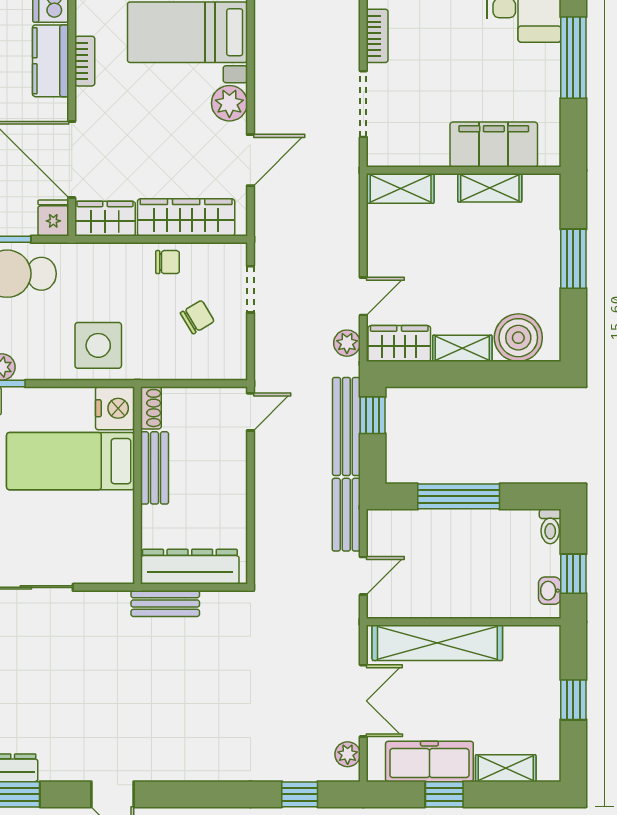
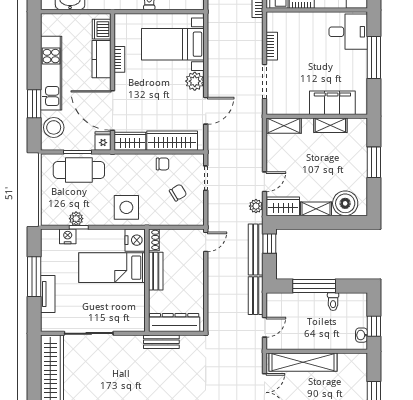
toilet: (550, 526) -> (333, 302), moved

